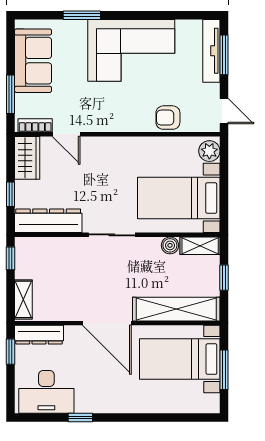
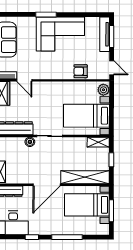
window: (82, 15) -> (46, 15), moved
boiler: (170, 245) -> (30, 142), moved
door: (107, 323) -> (47, 185), hinge flipped
window: (144, 417) -> (67, 237), added

